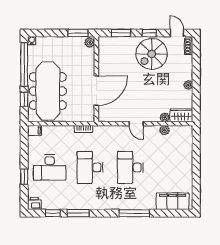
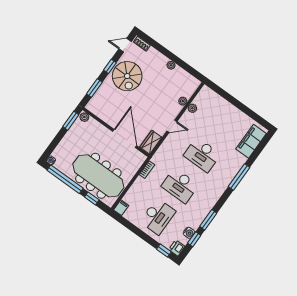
wardrobe: (181, 115) -> (151, 142), moved
window: (24, 177) -> (164, 250), moved
water cooler: (55, 204) -> (189, 233), added

